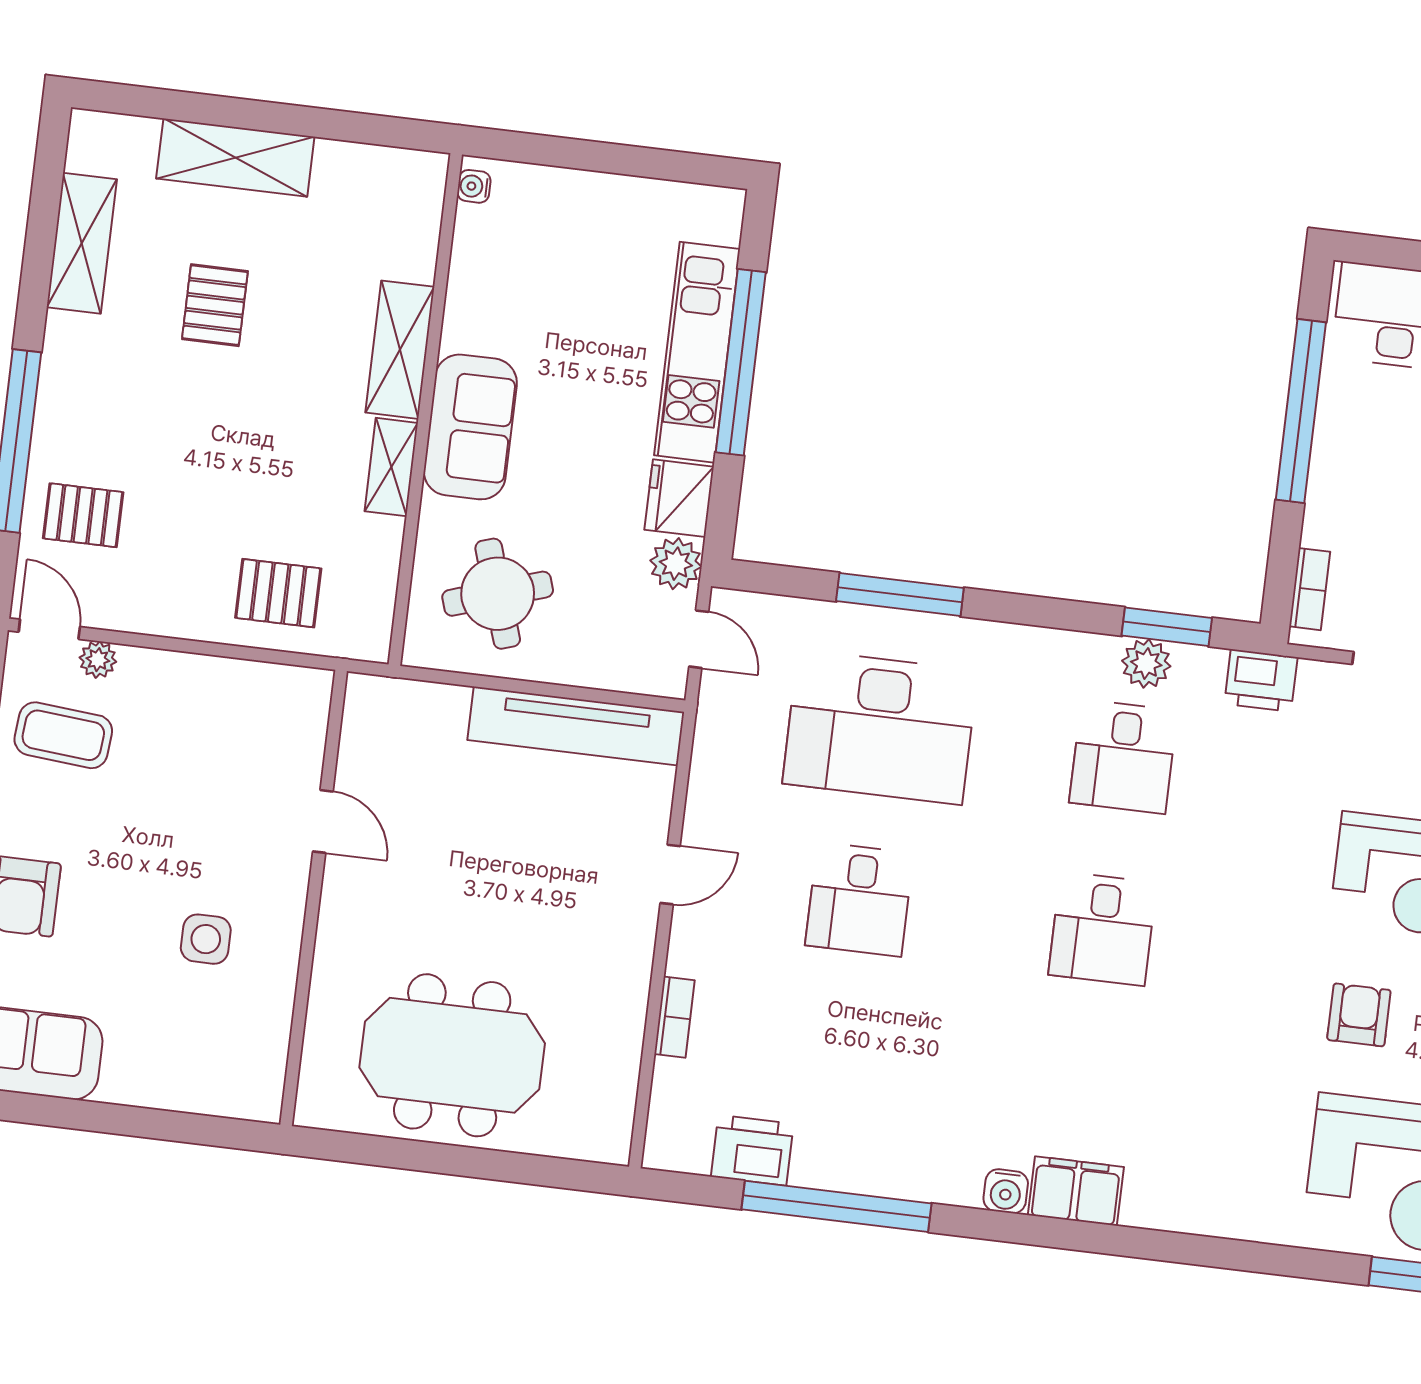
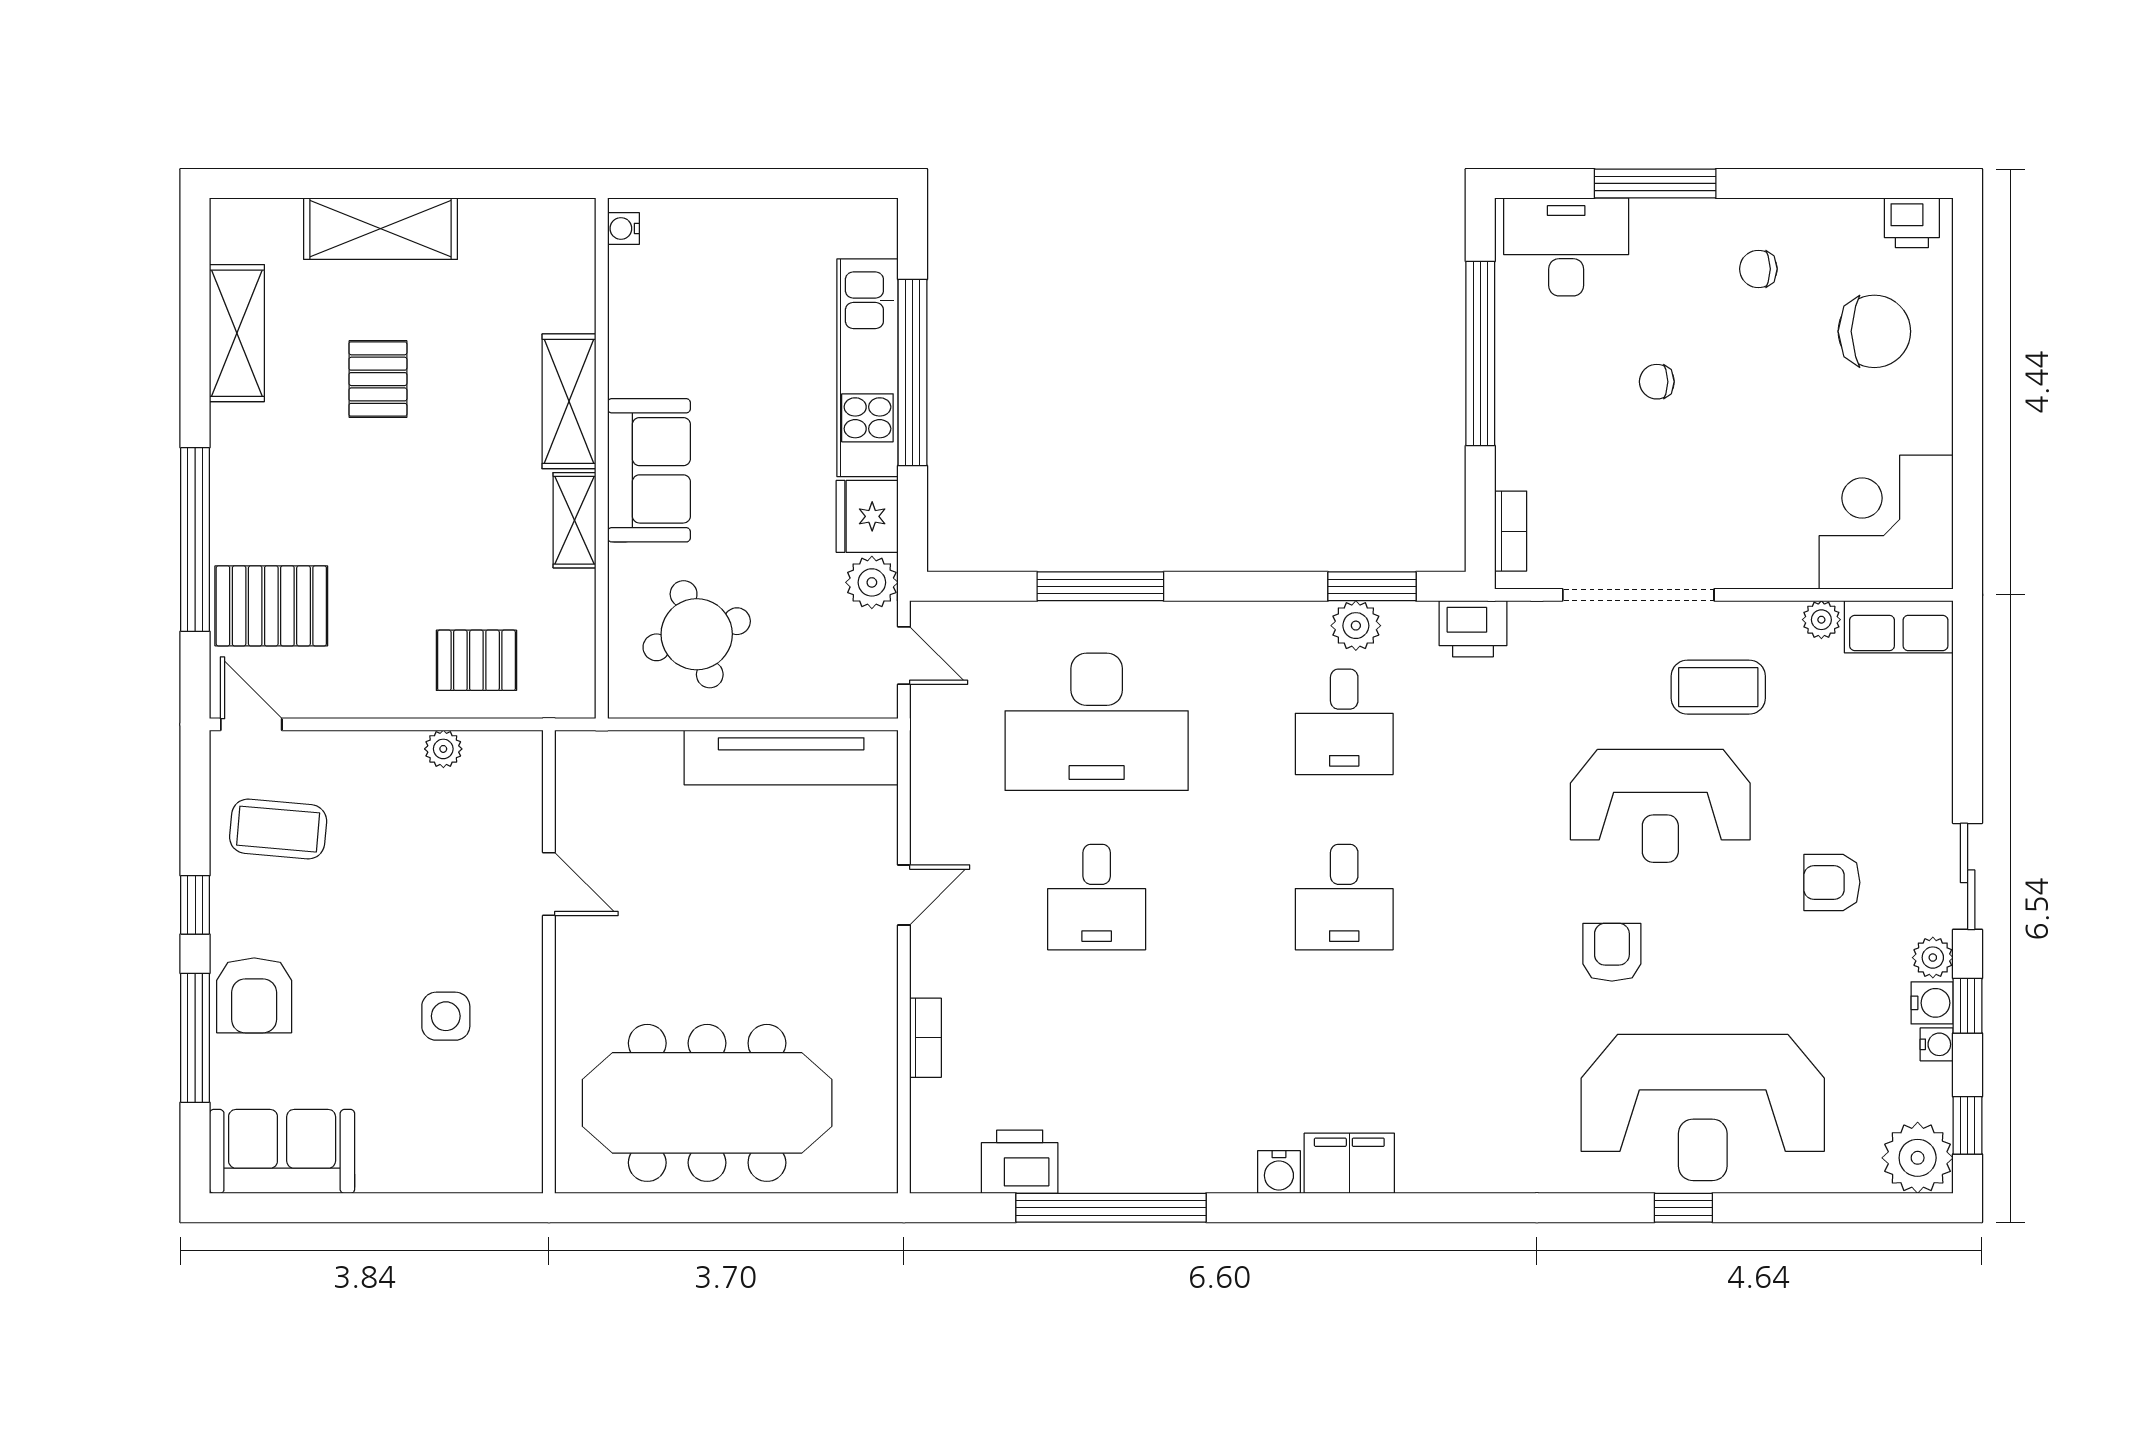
pallet: (83, 515) -> (271, 606), width x1.50, depth x1.42
plant: (98, 660) -> (443, 749), moved
meeting table: (452, 1055) -> (707, 1103), width x1.36

